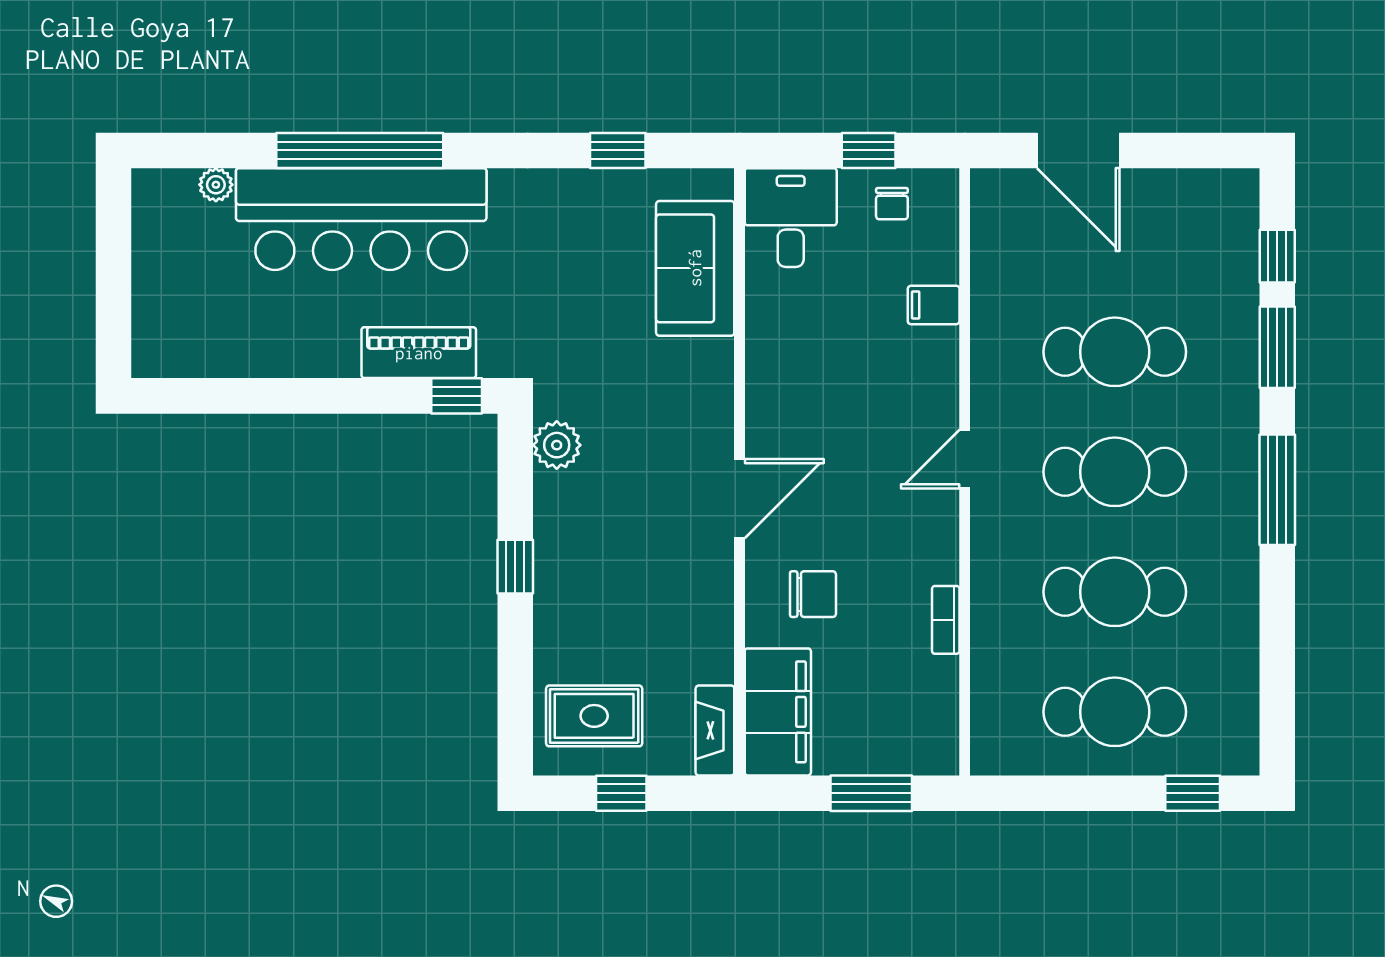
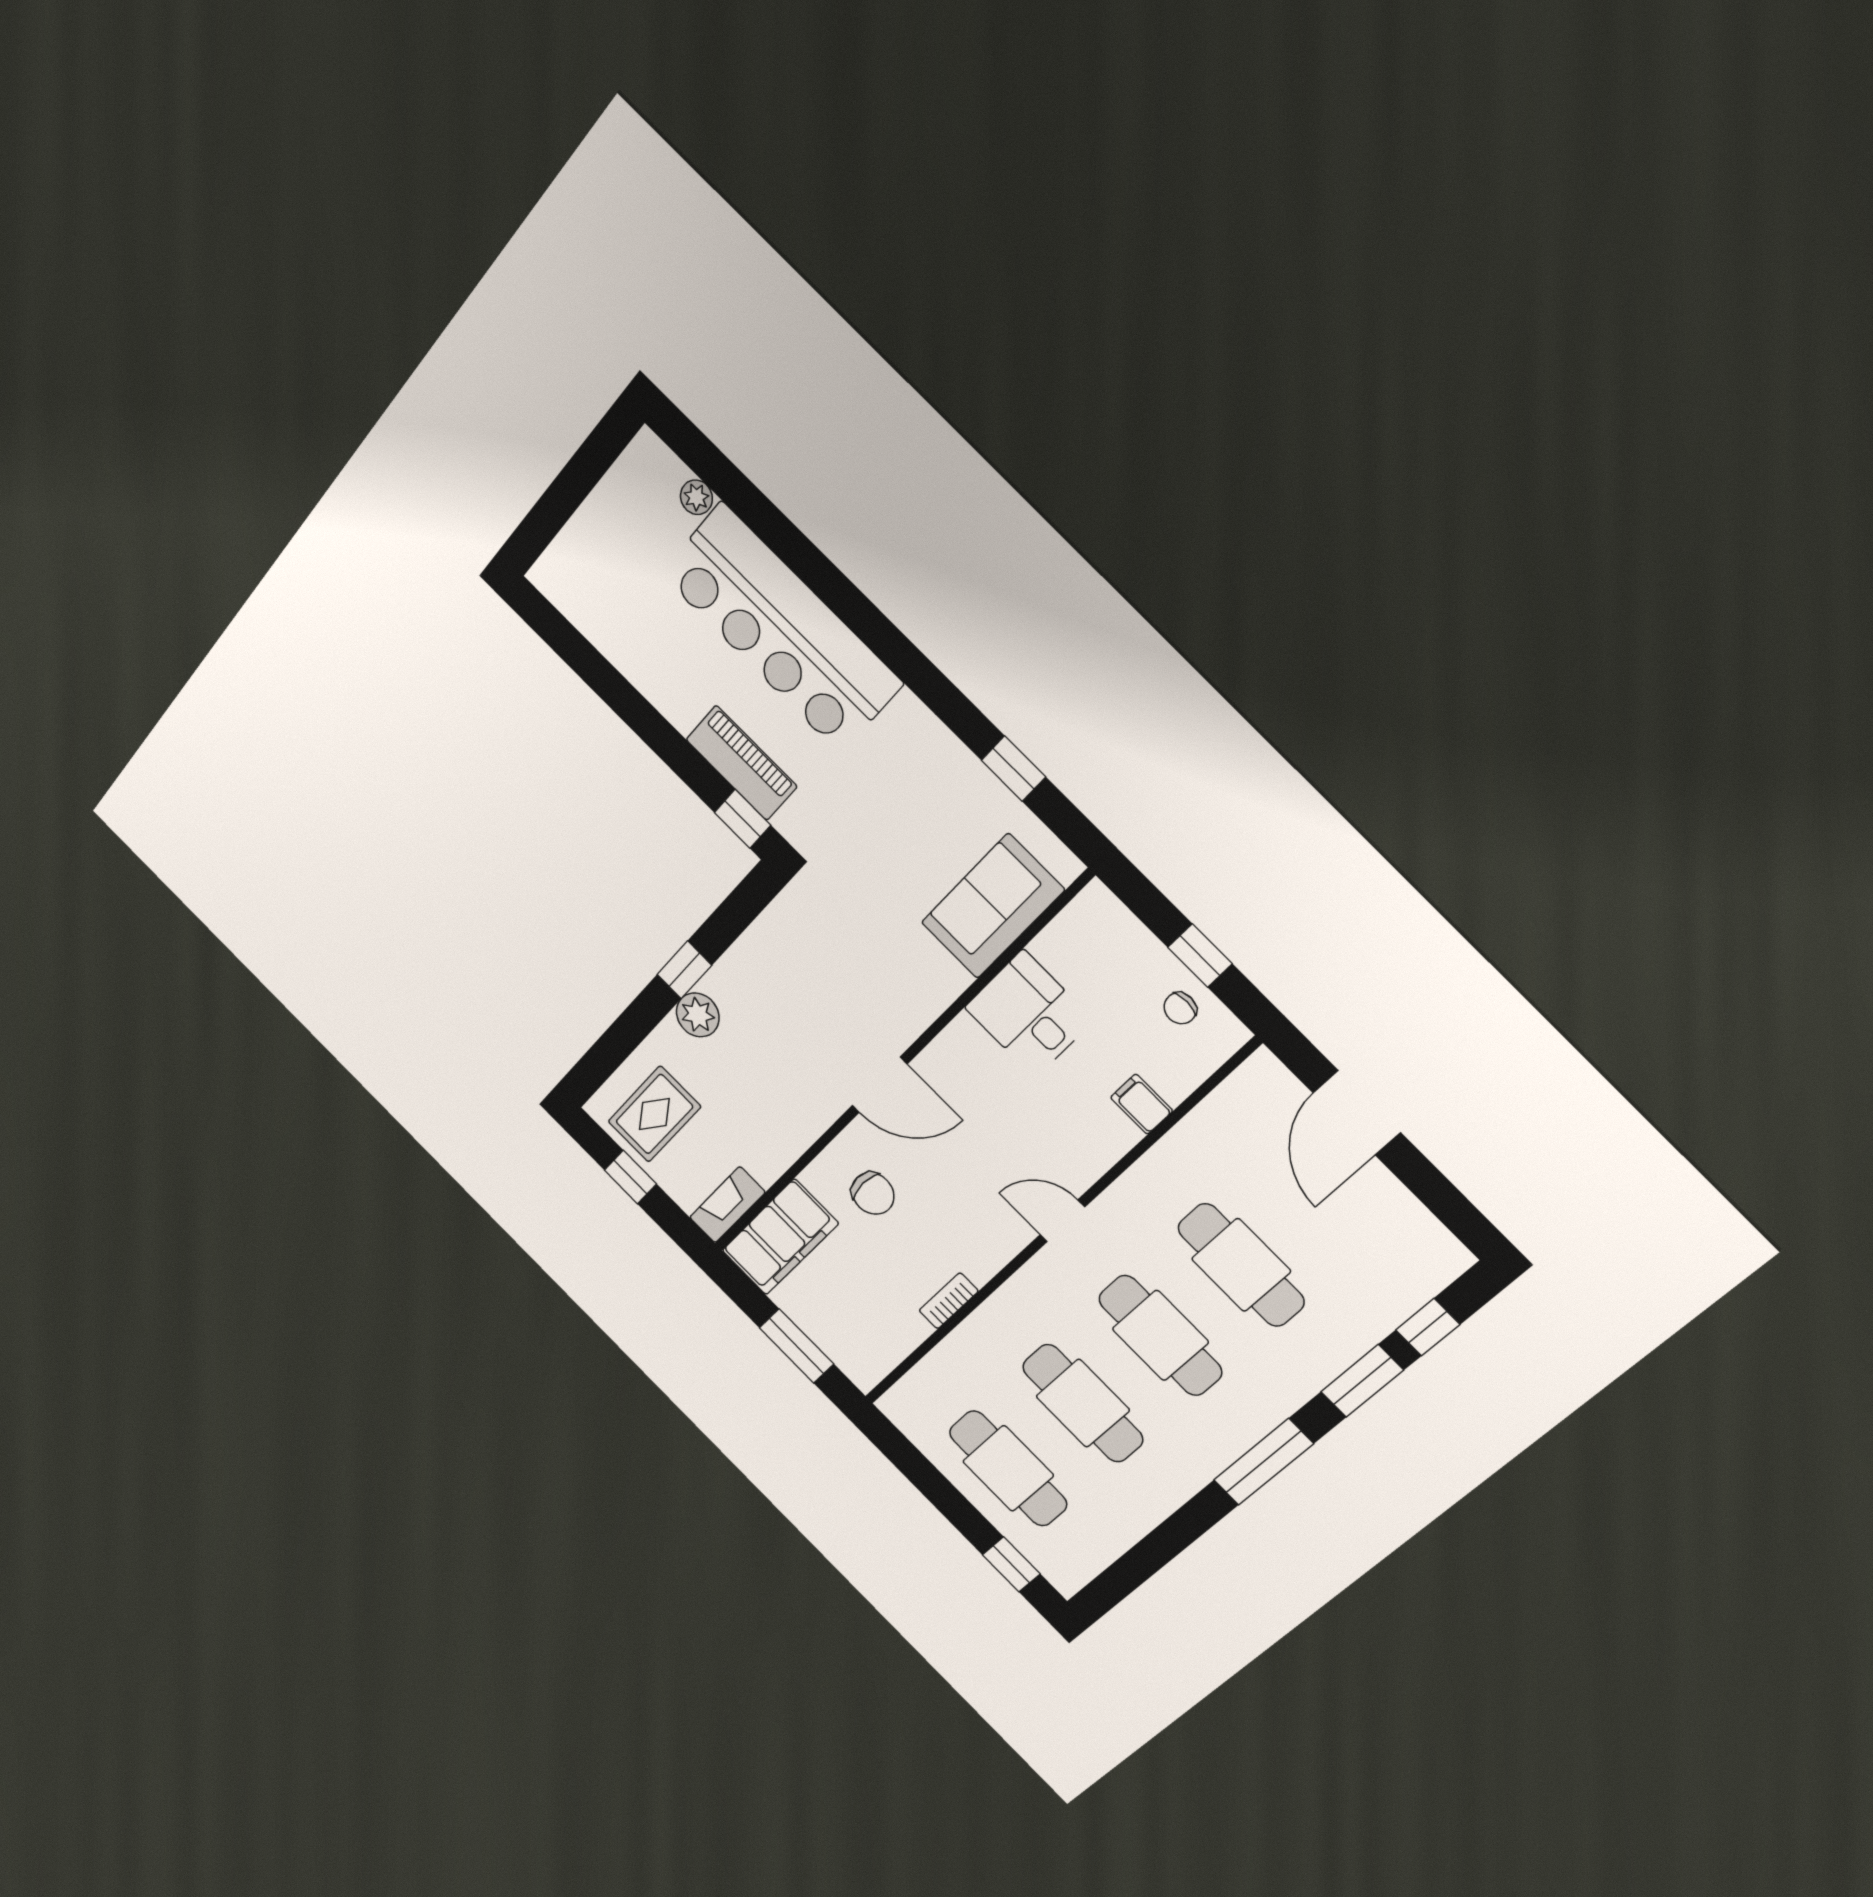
window: (360, 150) -> (823, 578), removed
desk: (791, 218) -> (1029, 1014), moved, turned -90
plant: (557, 445) -> (698, 1015), moved
rug: (594, 716) -> (654, 1114), turned 90

